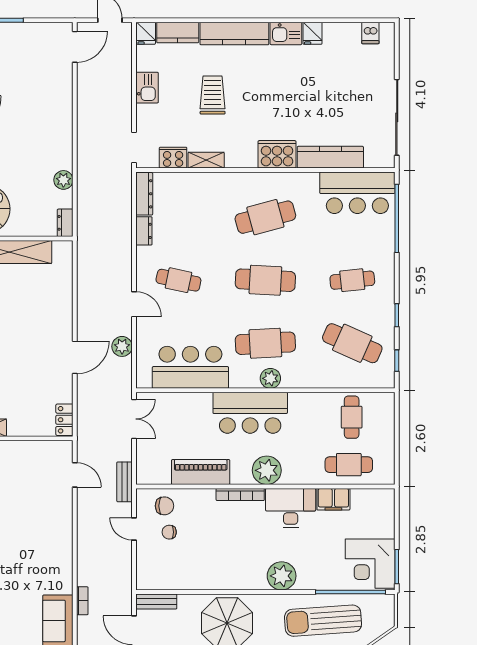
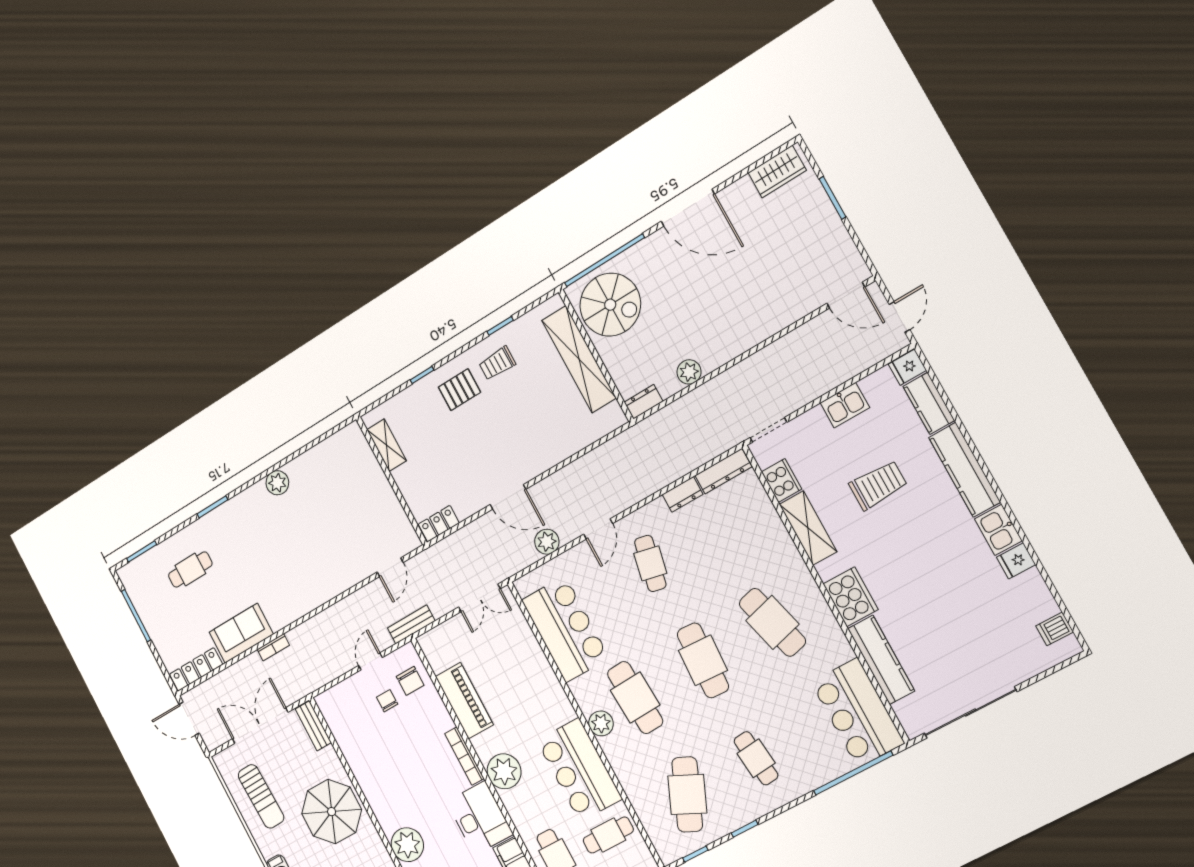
shelving: (206, 160) -> (808, 528), width x1.50, depth x1.33
bar counter: (250, 413) -> (579, 770), moved

